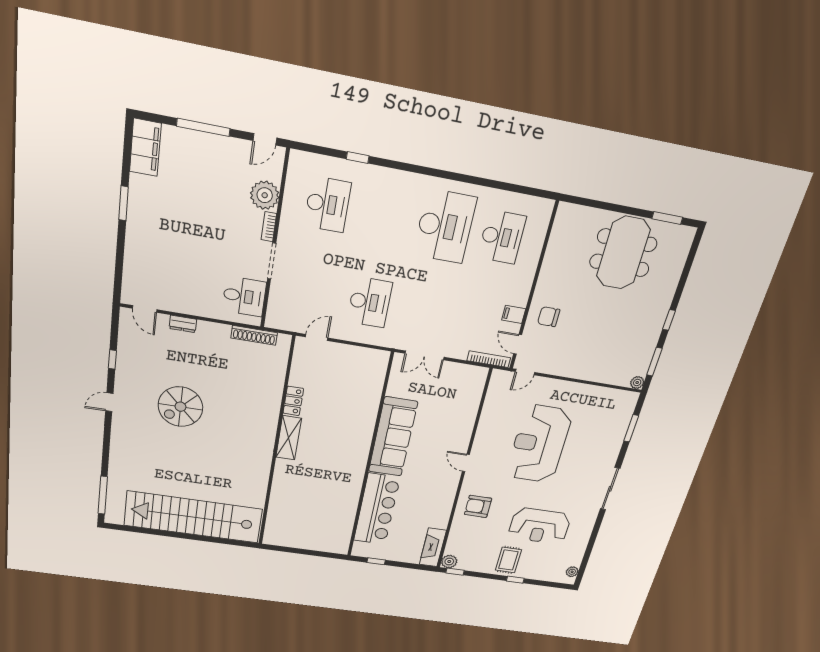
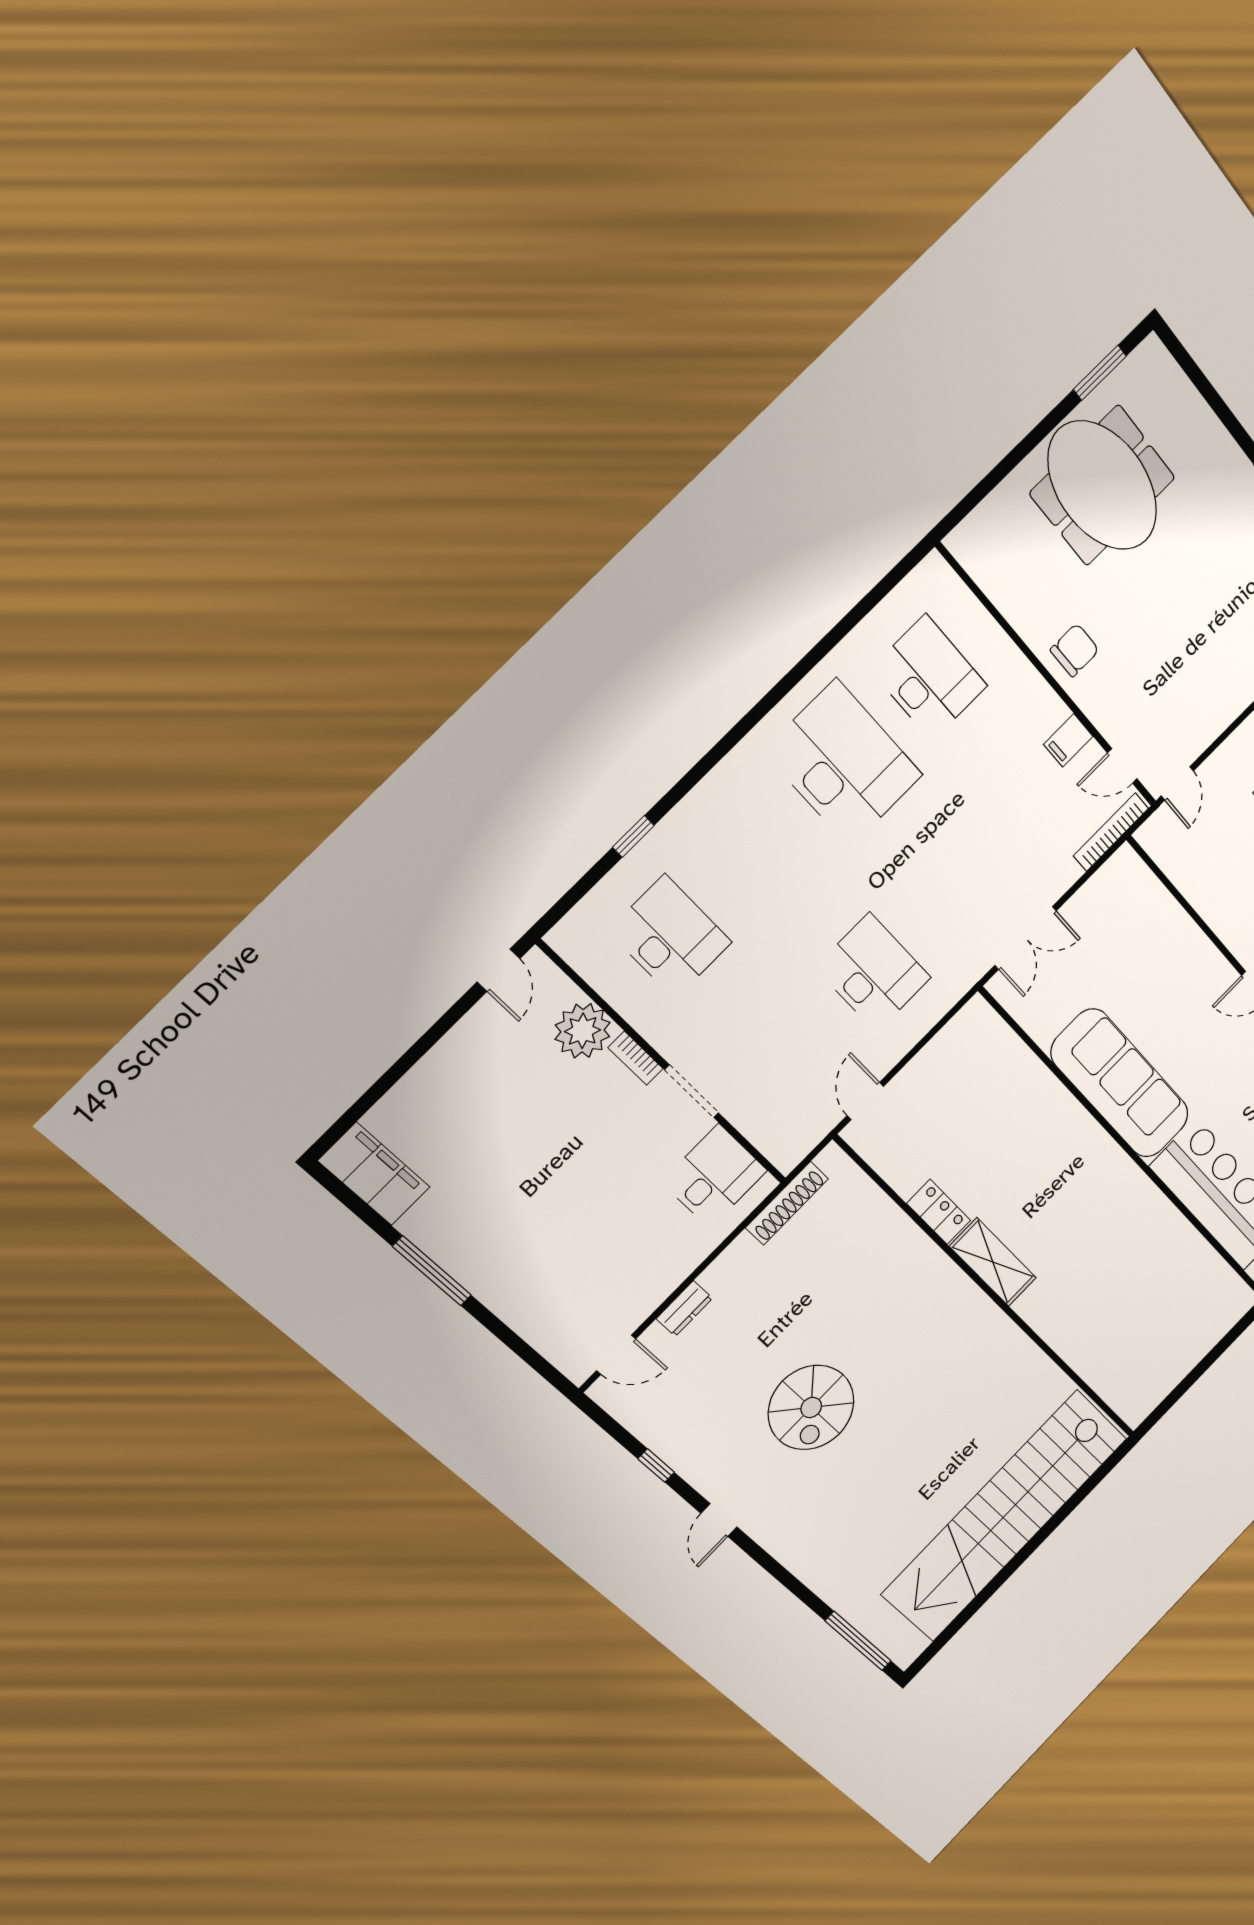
window: (203, 127) -> (410, 1058), removed
window: (123, 203) -> (432, 1271), width x1.44
chair: (549, 317) -> (1075, 650), moved, turned 180

